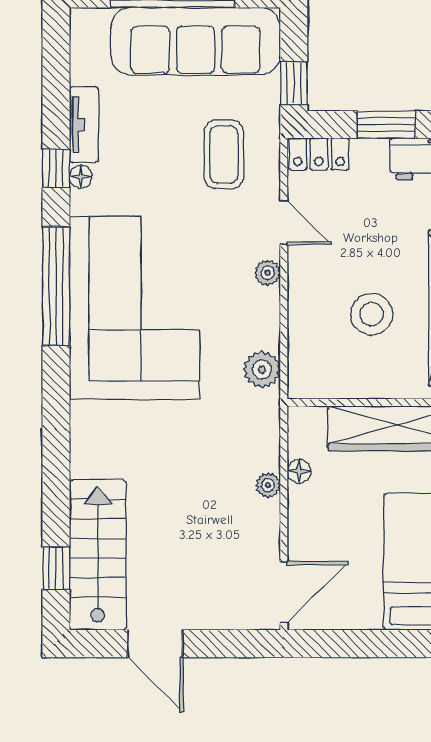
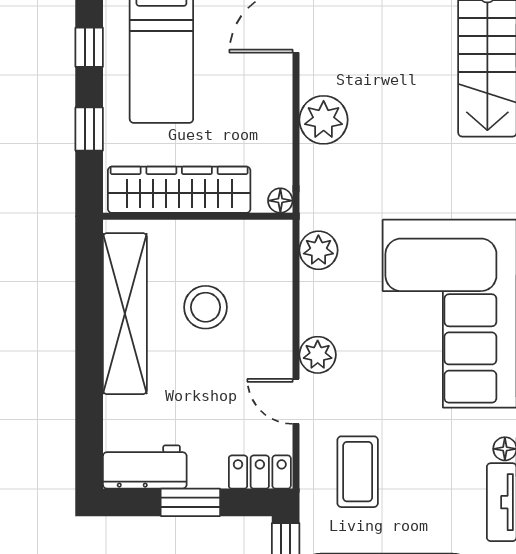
plant: (268, 273) -> (318, 355), width x1.38, depth x1.38
floor lamp: (299, 471) -> (280, 201), moved
plant: (268, 485) -> (324, 120), width x1.87, depth x1.87

